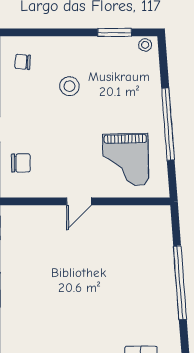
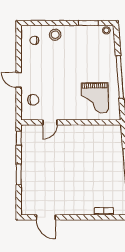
stool: (69, 86) -> (55, 35), moved
door: (79, 201) -> (50, 122), moved

